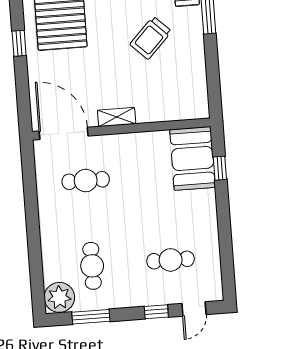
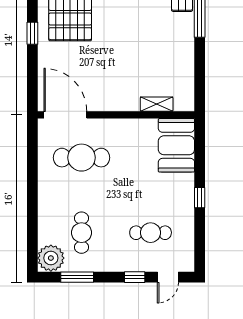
trolley: (151, 38) -> (148, 37), removed
shelving: (117, 117) -> (157, 104), moved
window: (220, 168) -> (200, 198), moved
cafe table: (86, 181) -> (82, 158), width x1.37, depth x1.35

